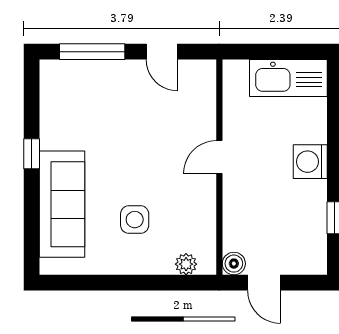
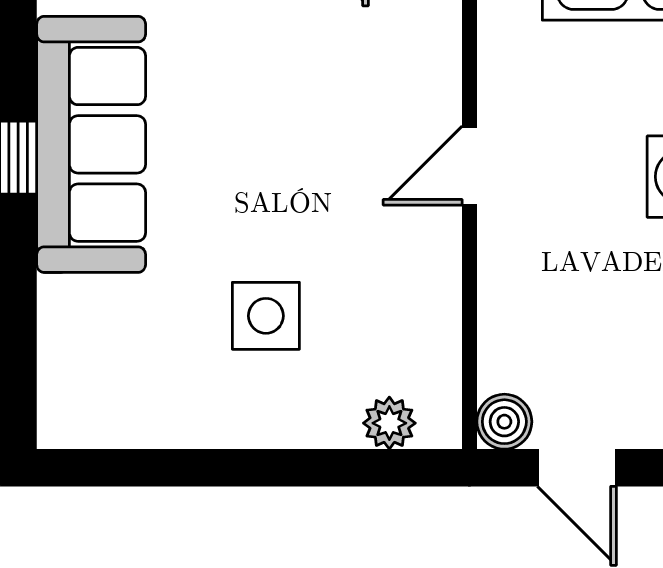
sofa: (62, 204) -> (91, 144), moved

